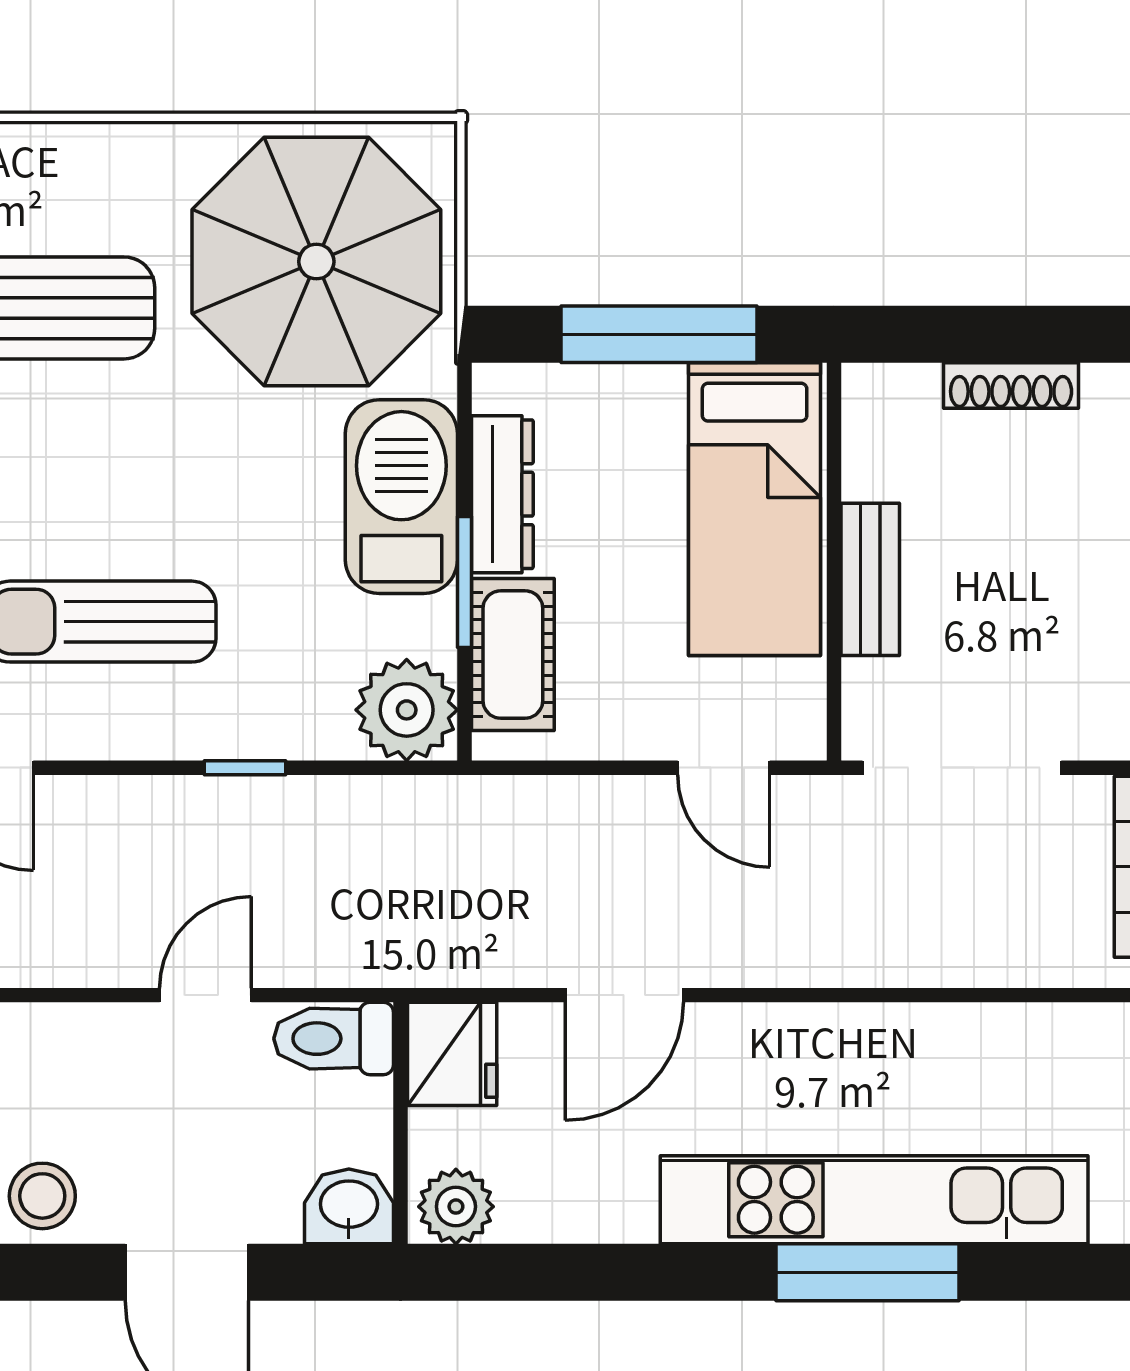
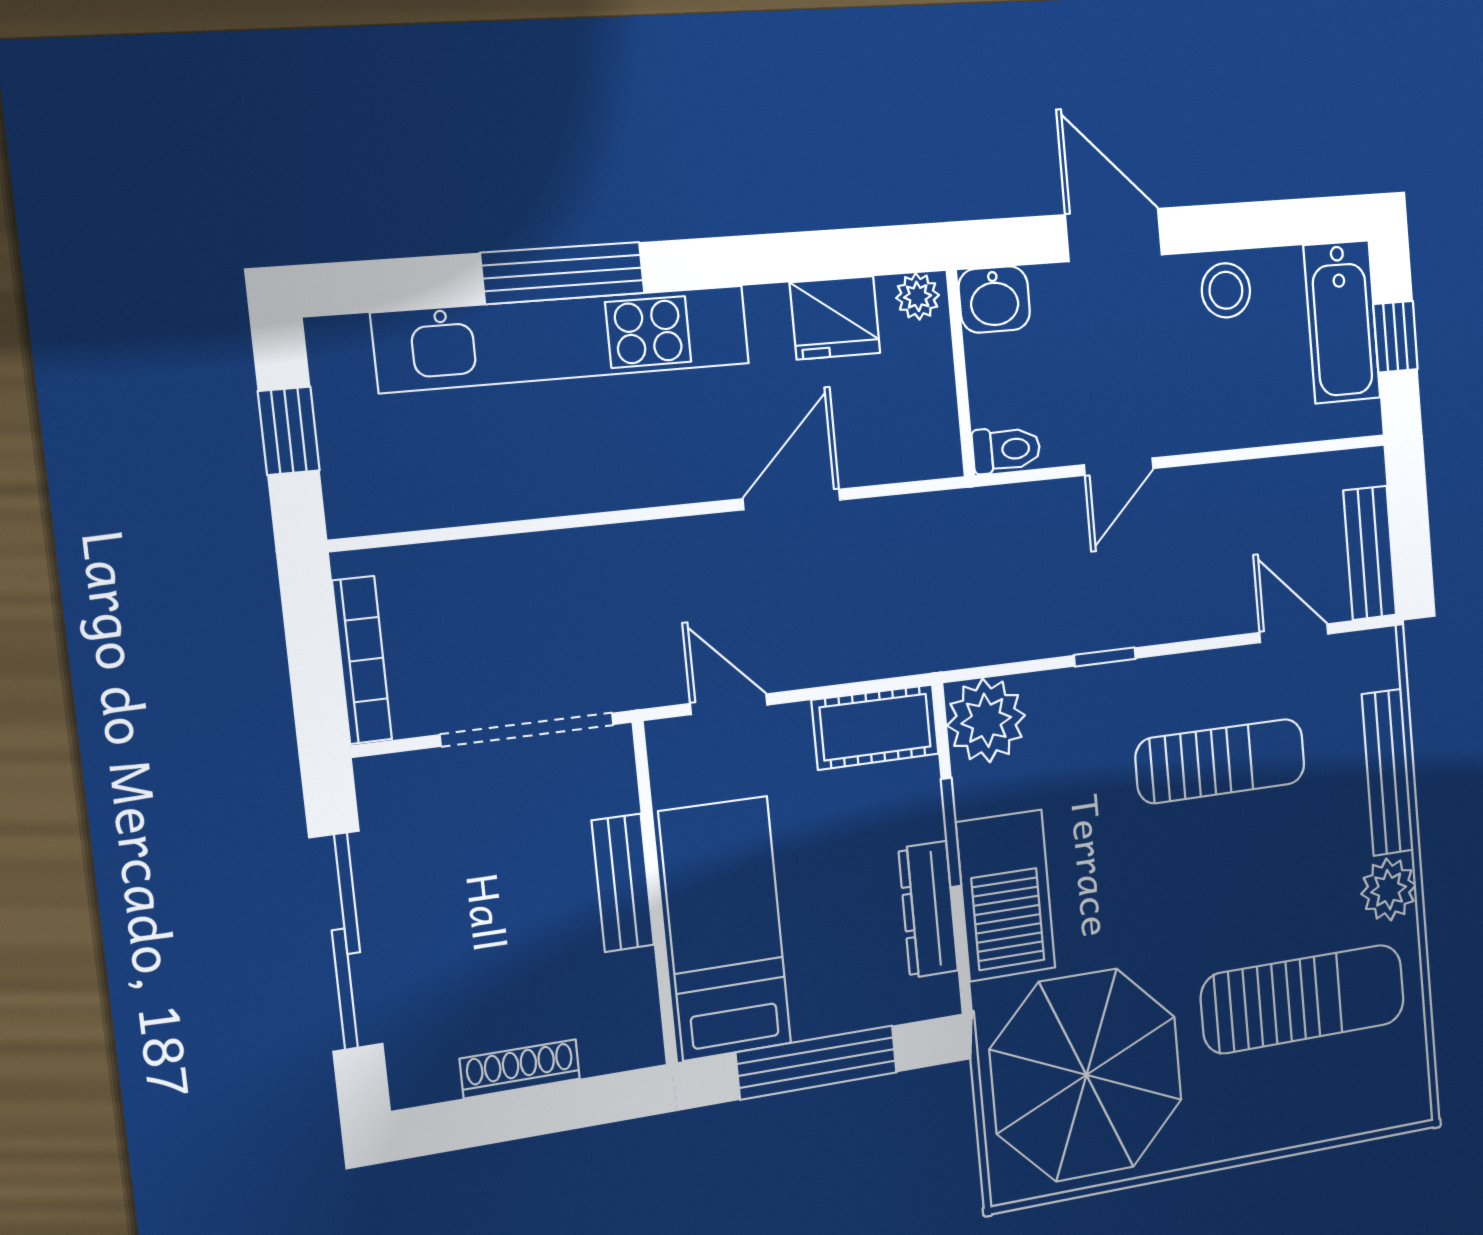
cot: (513, 655) -> (875, 727), moved, turned 90
toilet: (334, 1039) -> (1006, 450), width x0.73, depth x0.72
fridge: (452, 1054) -> (835, 318), moved, turned -90
plant: (456, 1207) -> (918, 296), width x0.73, depth x0.73

